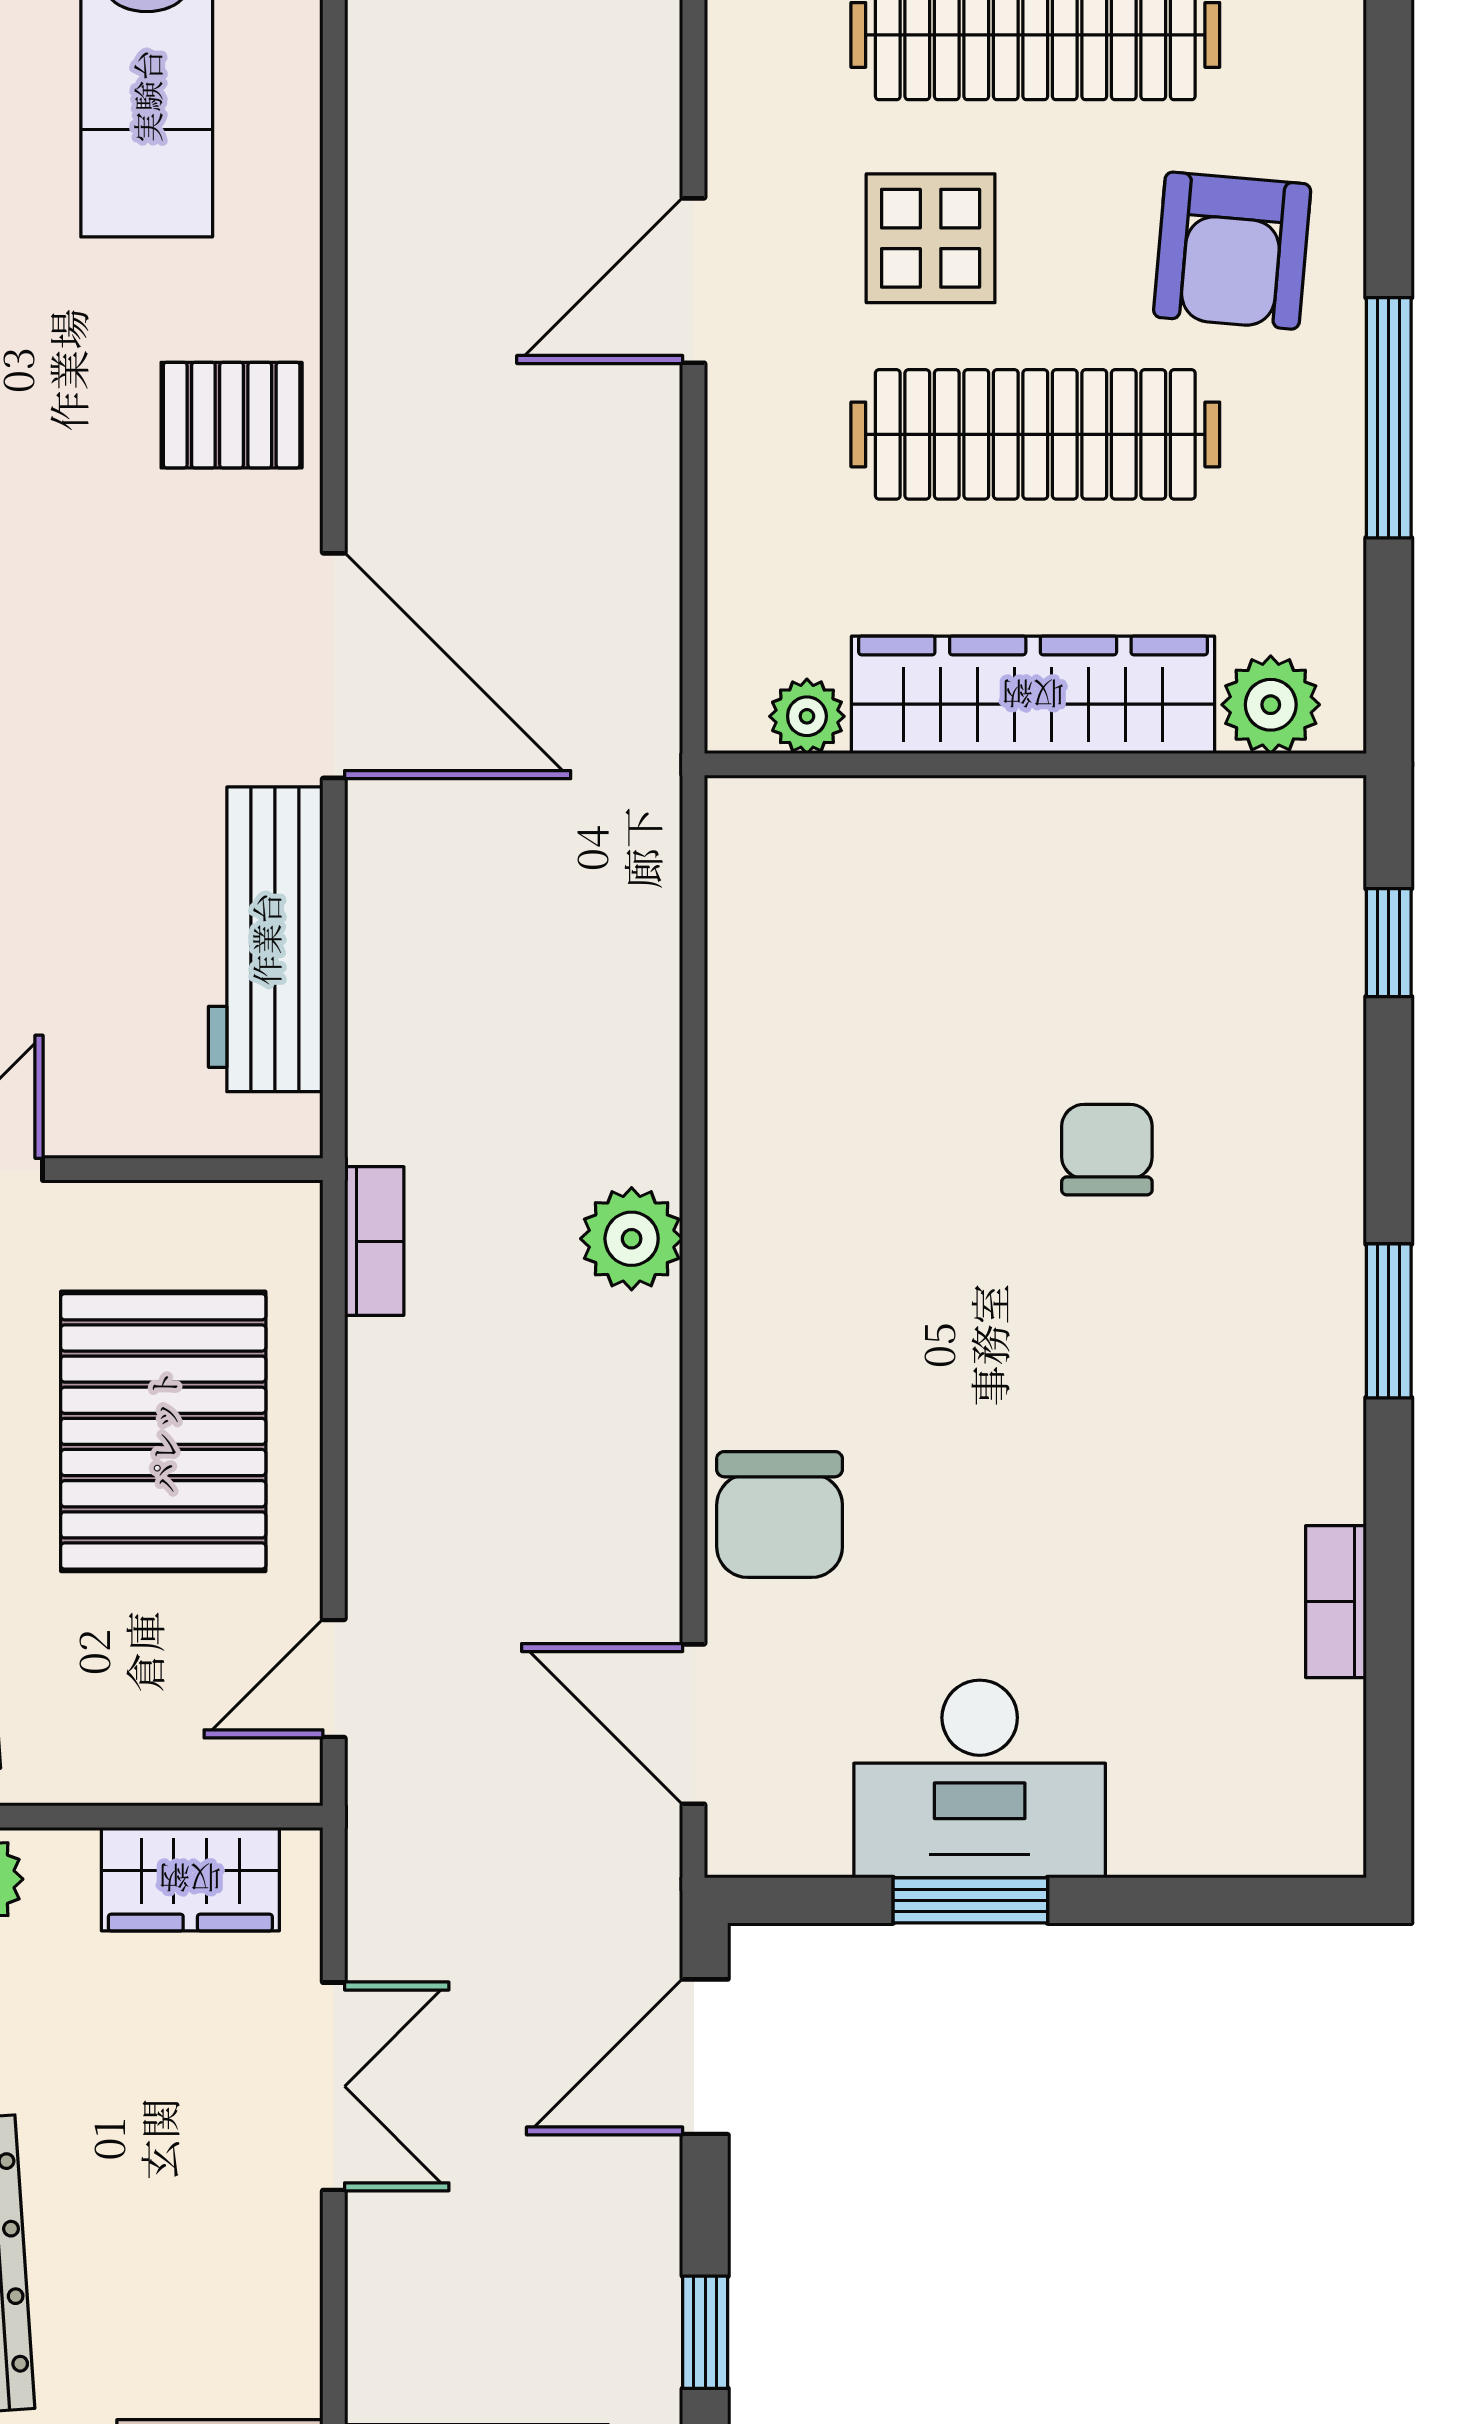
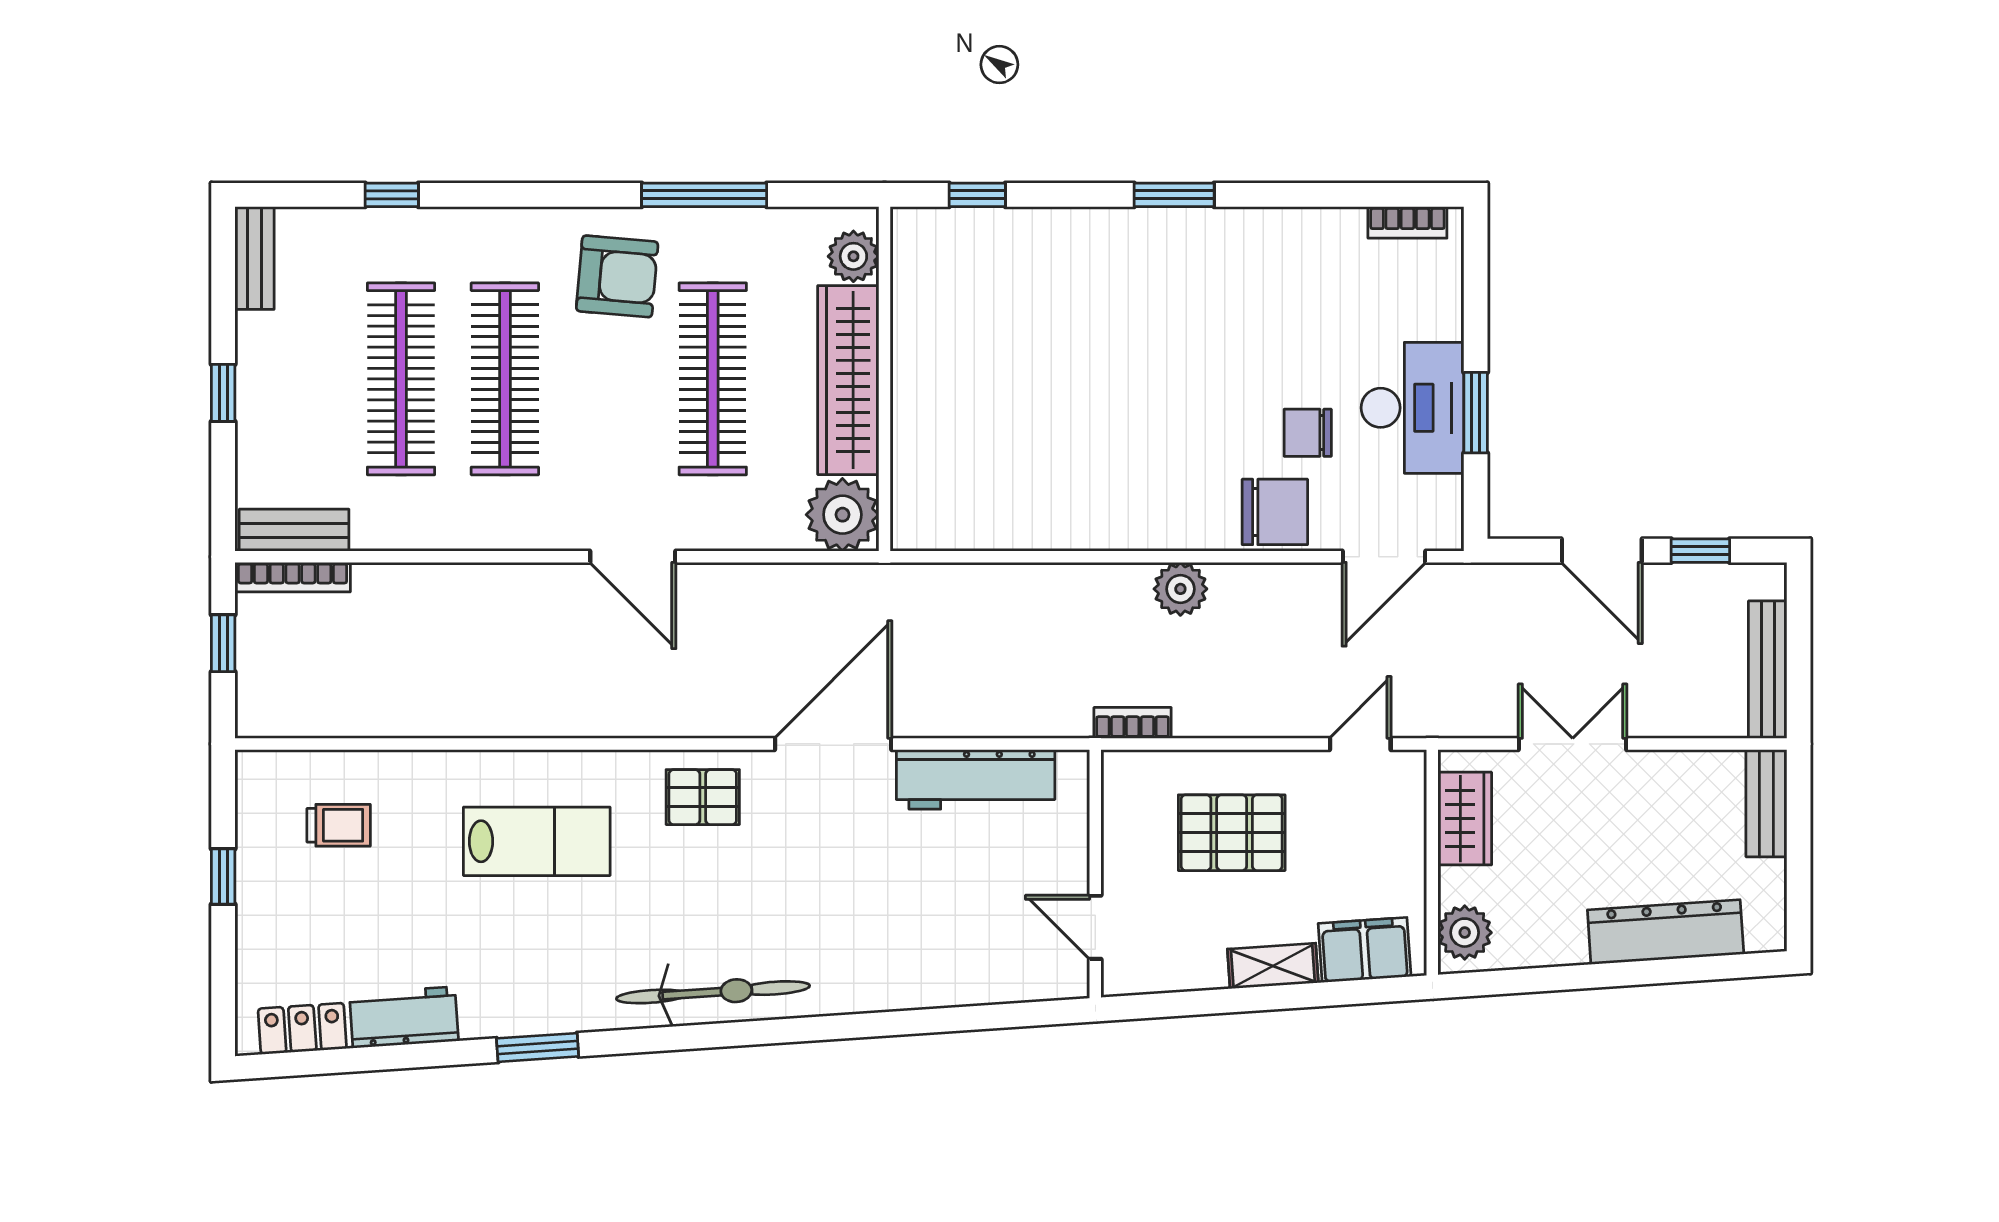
display table: (931, 238) -> (611, 433), removed
pallet: (232, 415) -> (703, 797), turned 90
plant: (807, 716) -> (842, 515), width x1.88, depth x1.88
chair: (1107, 1150) -> (1308, 433), moved
plant: (632, 1239) -> (1180, 589), moved
pallet: (163, 1431) -> (1232, 833), width x0.73, depth x0.71
bookcase: (1336, 1602) -> (1407, 222), moved
door: (334, 1678) -> (1360, 744), swing flipped
door: (705, 2057) -> (1602, 551), moved

